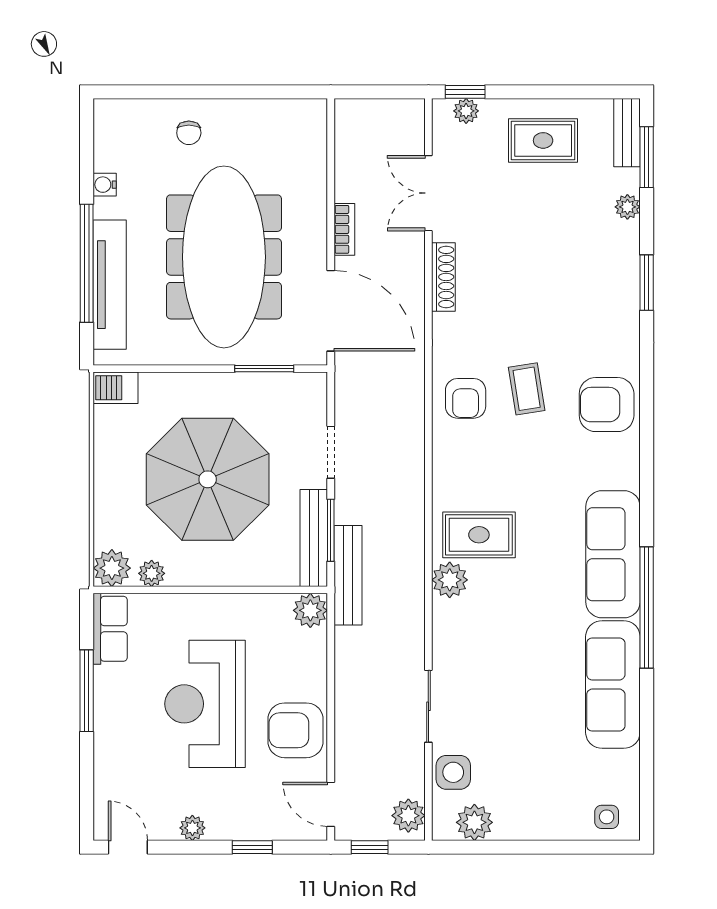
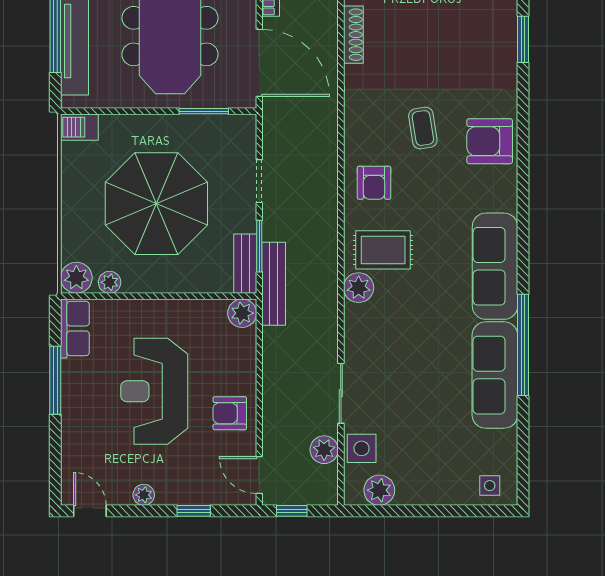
armchair: (466, 398) -> (374, 183), moved
bench: (314, 538) -> (245, 264), width x0.73
window: (647, 607) -> (523, 345), moved
armchair: (295, 730) -> (230, 413), width x0.72, depth x0.72
plant: (408, 816) -> (324, 450), moved

